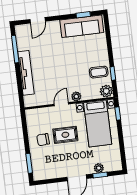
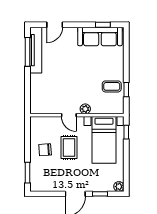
tv unit: (26, 73) -> (36, 50), moved
plant: (106, 91) -> (117, 107), removed
door: (61, 104) -> (69, 115), swing flipped
rug: (65, 135) -> (69, 148), turned 90
plant: (99, 168) -> (119, 187), moved

